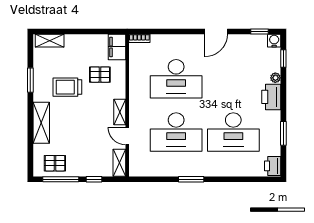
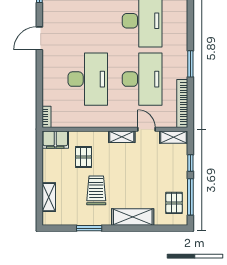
door: (216, 31) -> (39, 38), swing flipped
shelving: (50, 41) -> (49, 197), moved
trolley: (67, 87) -> (96, 190), turned 180
door: (127, 136) -> (146, 129), swing flipped
bookcase: (152, 171) -> (182, 104), added

